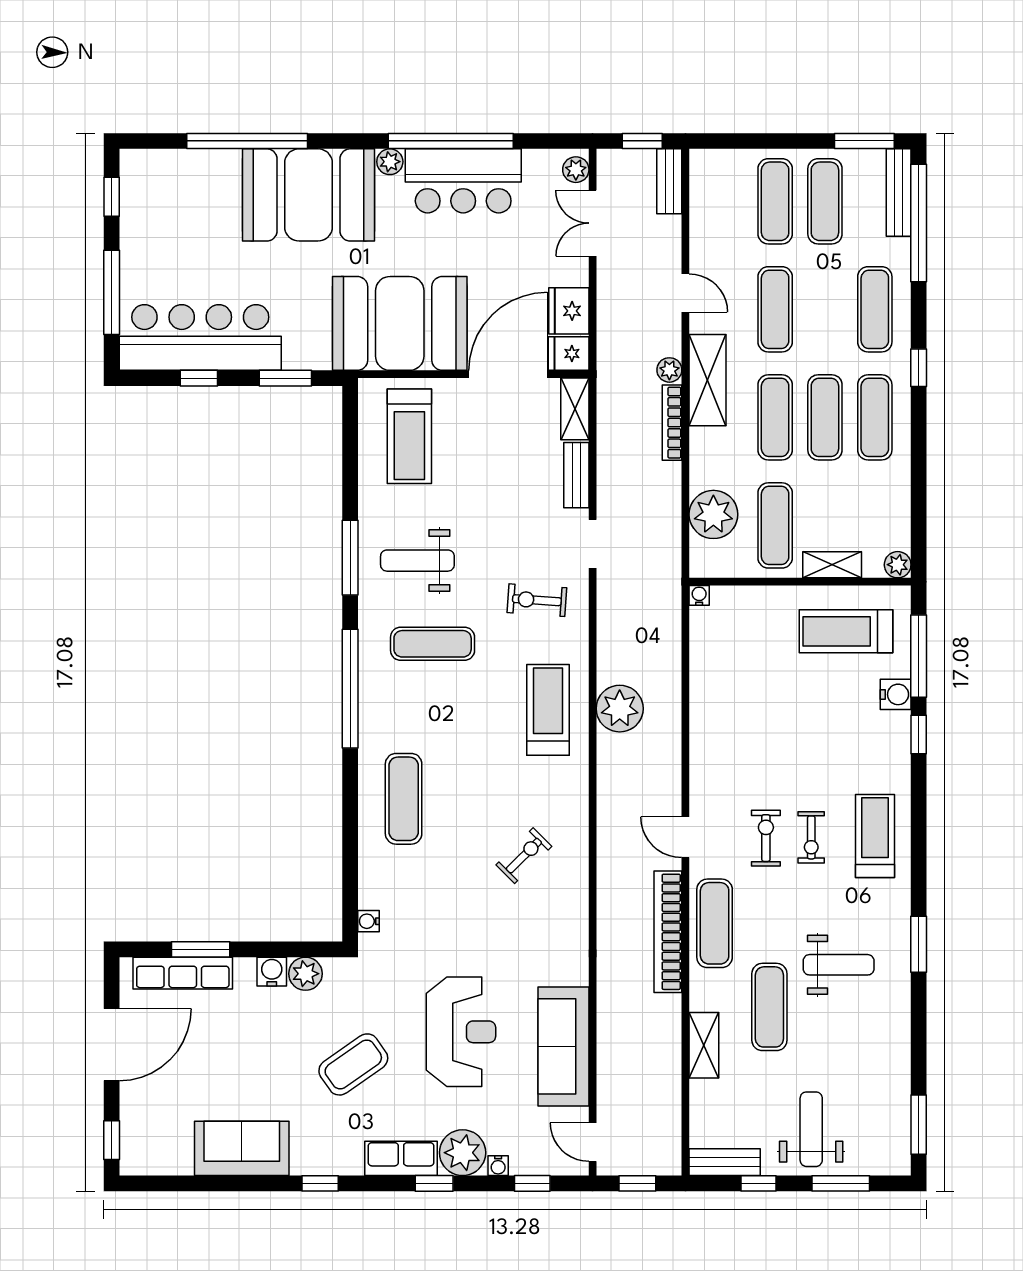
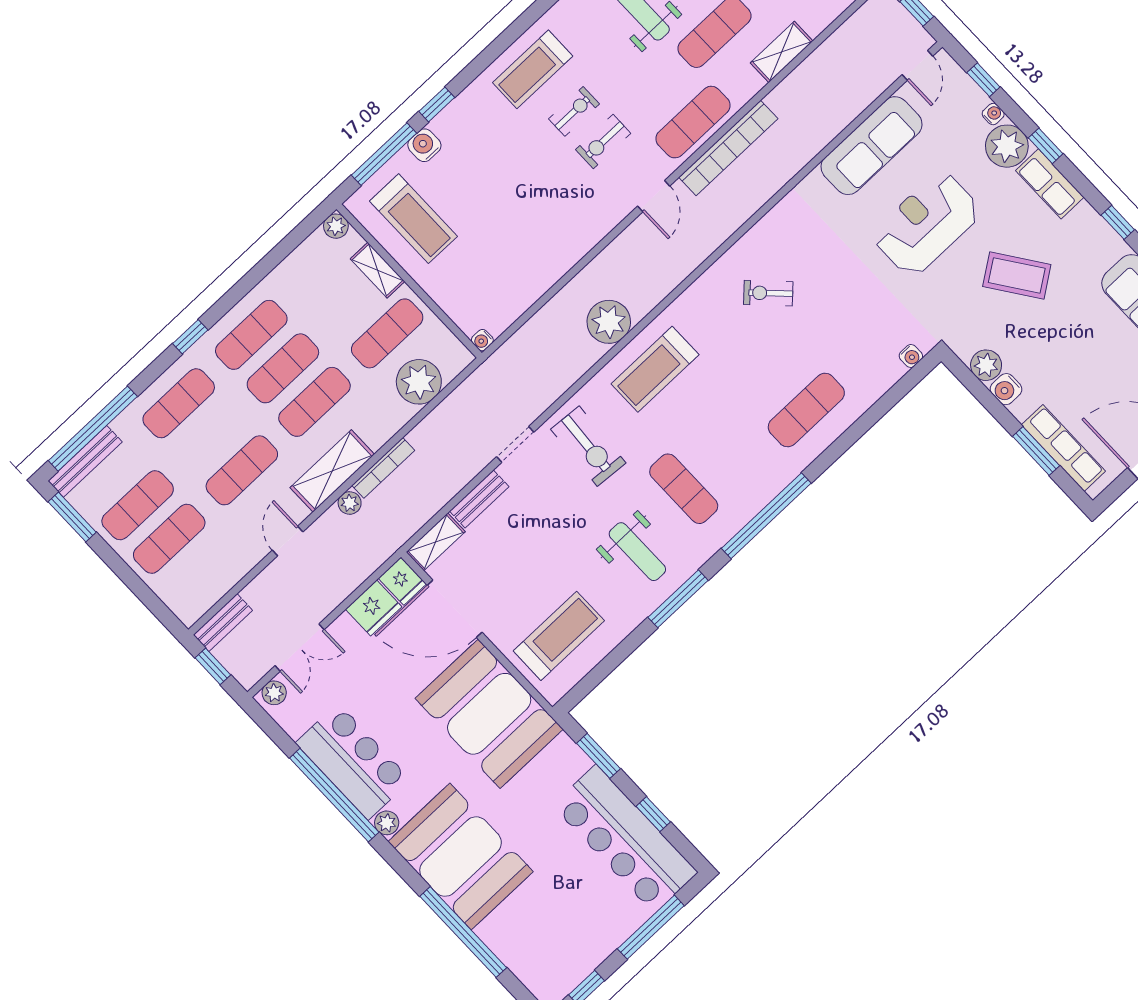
exercise bike: (537, 600) -> (588, 446), width x1.38, depth x1.39

